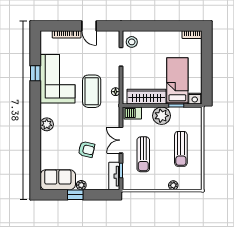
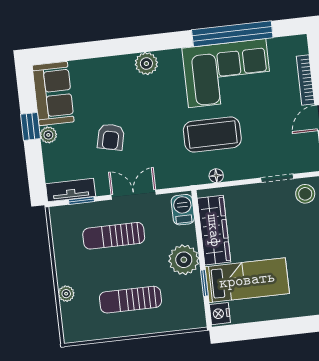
window: (35, 73) -> (232, 34), width x3.17

